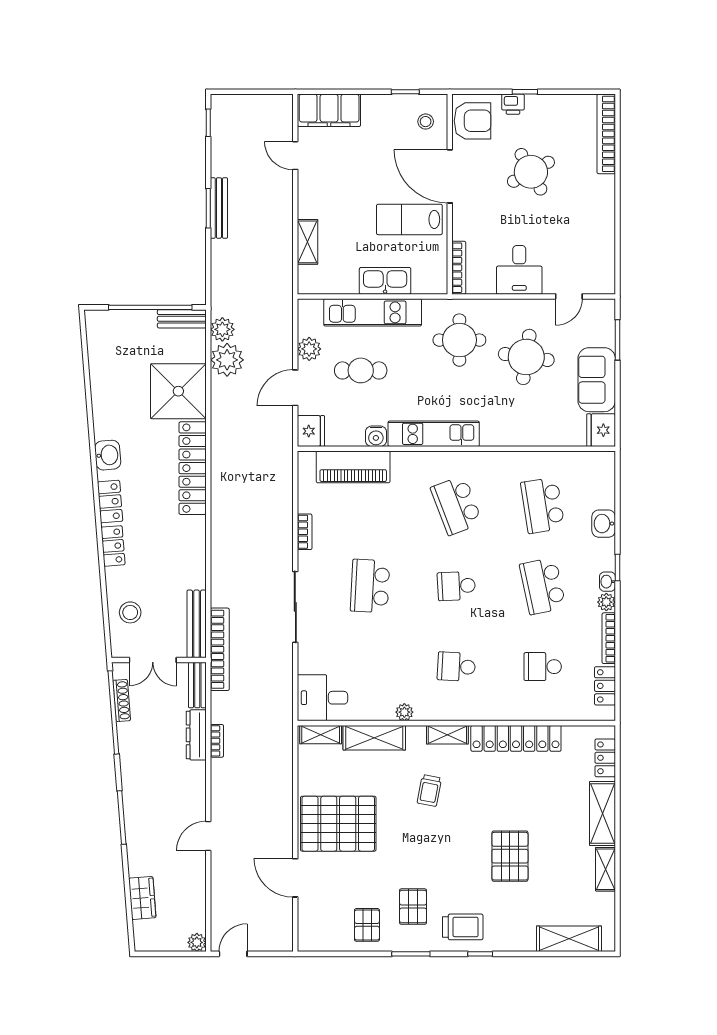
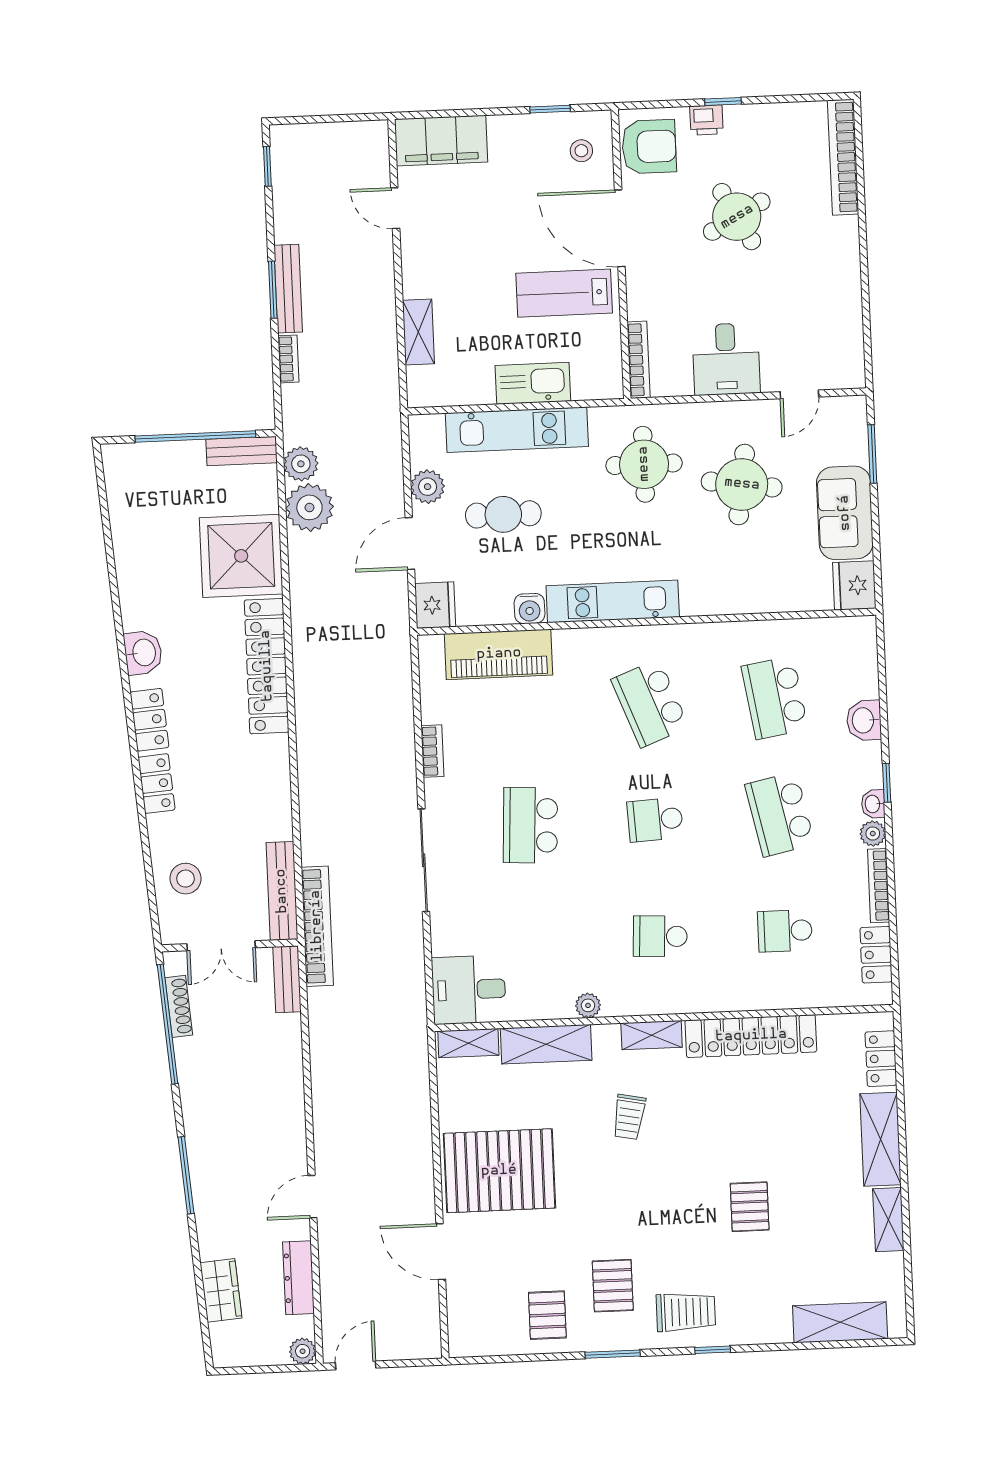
dresser: (196, 735) -> (298, 1278), moved
bookcase: (217, 741) -> (288, 359), moved
pallet: (510, 856) -> (750, 1207), width x0.67, depth x0.71

